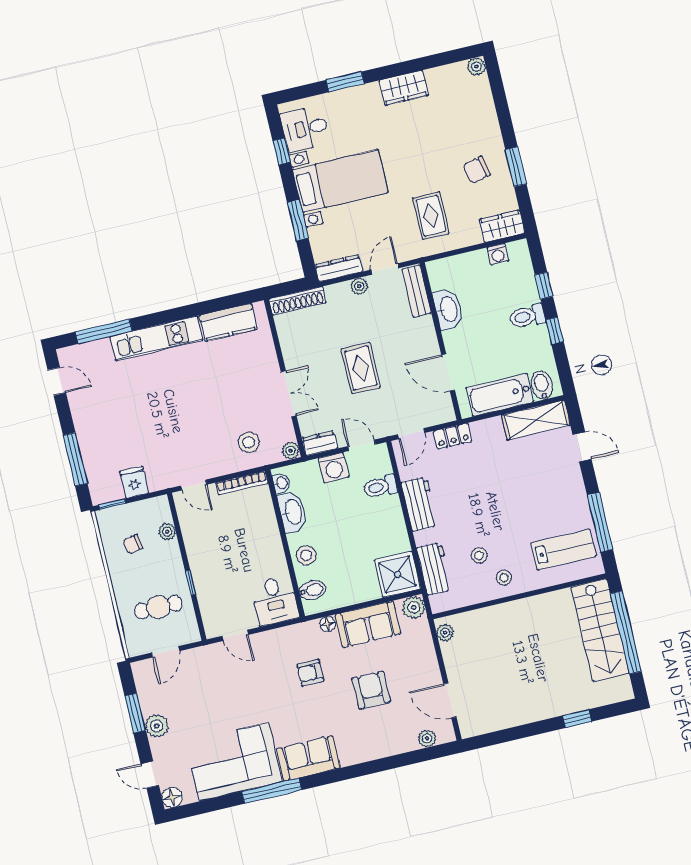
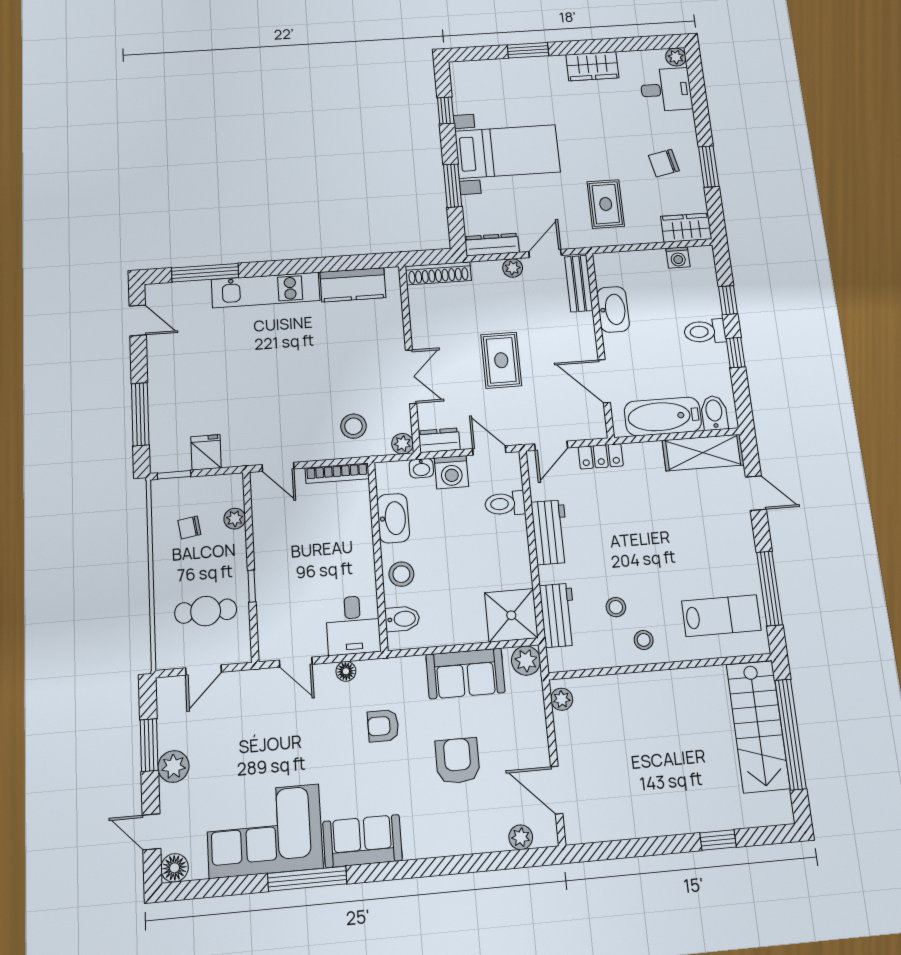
desk: (305, 129) -> (666, 90), moved, turned 180
washbasin: (281, 483) -> (421, 468), moved, turned 90
floor lamp: (328, 624) -> (346, 671), moved

